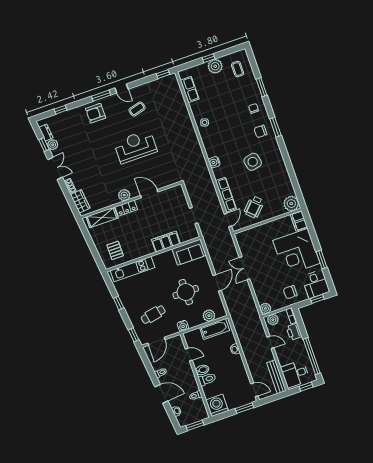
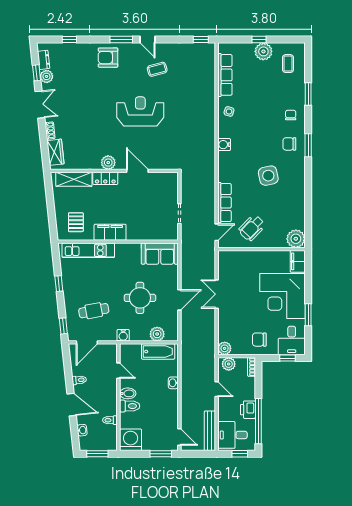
row of seats: (190, 90) -> (225, 75), width x1.48
water cooler: (214, 162) -> (224, 145), moved
filing cabinet: (166, 242) -> (110, 232), moved
printer: (294, 332) -> (248, 410), moved

